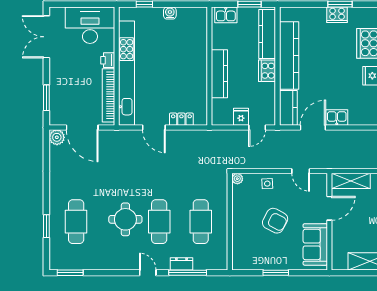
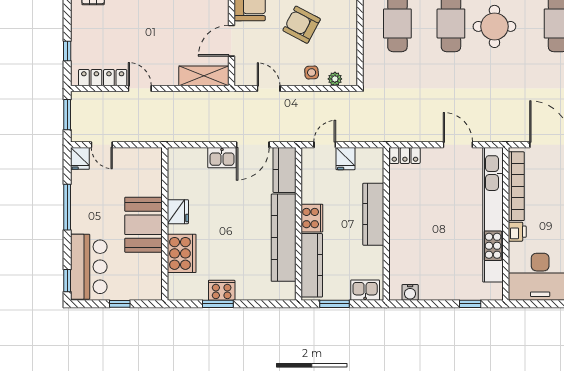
water cooler: (170, 13) -> (410, 292), moved
locker: (181, 119) -> (405, 156), moved
plant: (237, 179) -> (335, 79), moved

